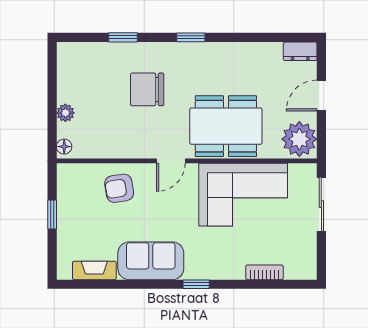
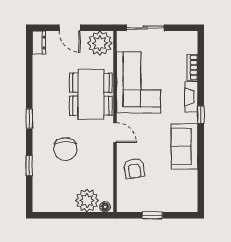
plant: (65, 113) -> (87, 200), width x1.88, depth x1.88
fireplace: (94, 270) -> (191, 97), moved

